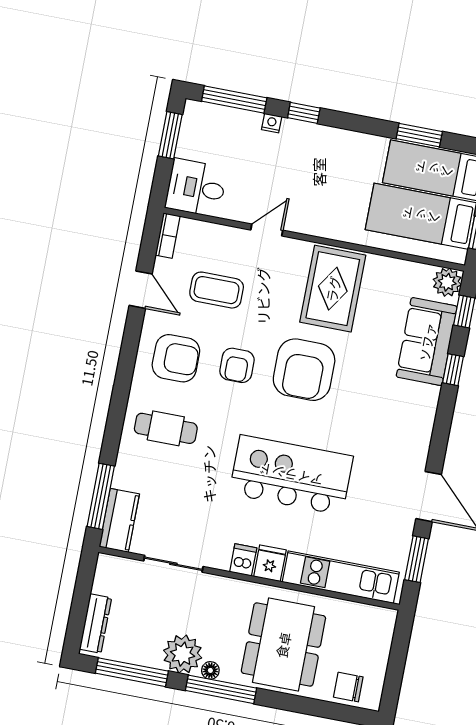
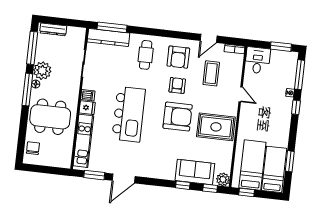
armchair: (237, 365) -> (177, 85), turned 90
armchair: (304, 370) -> (178, 117), turned 180
kitchen counter: (119, 520) -> (108, 37), width x1.50

